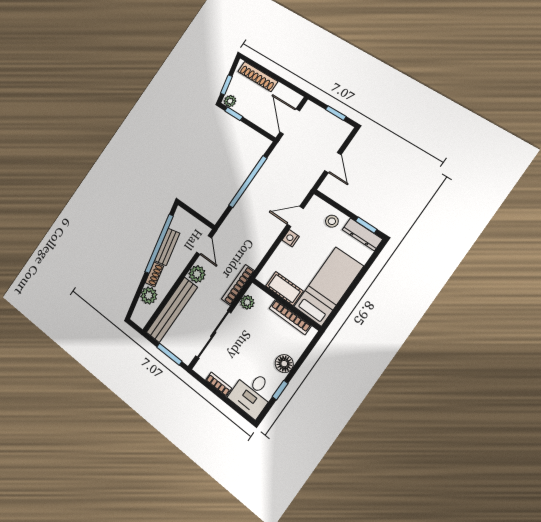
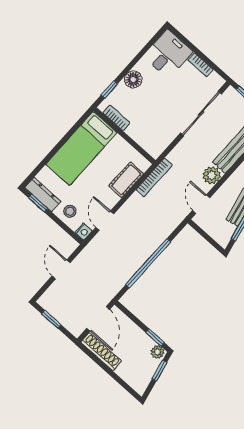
shoe rack: (258, 76) -> (101, 352), moved
door: (295, 217) -> (105, 221), swing flipped
nightstand: (291, 238) -> (83, 232), moved
bookcase: (238, 285) -> (154, 178), moved
cot: (284, 289) -> (126, 180), moved, turned 90
plant: (247, 302) -> (163, 142), removed
bookcase: (290, 317) -> (116, 118), width x0.64
window: (280, 390) -> (109, 90), moved

